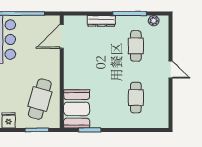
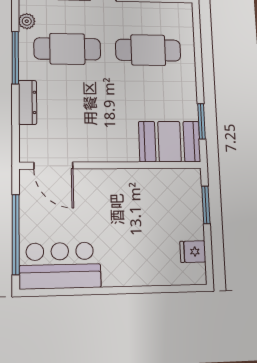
cafe table: (136, 46) -> (67, 49), width x1.37, depth x1.35
cafe table: (136, 98) -> (148, 50), width x1.37, depth x1.35
cafe table: (40, 99) -> (156, 201), removed

